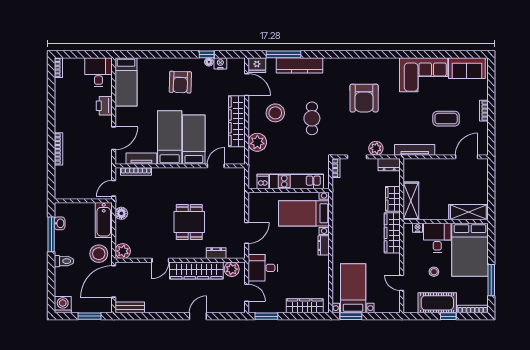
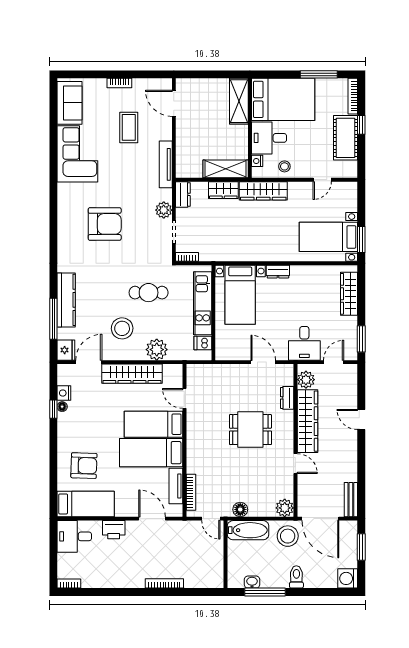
armchair: (180, 82) -> (84, 466), moved
cafe table: (312, 118) -> (149, 293), moved
stool: (434, 272) -> (284, 166), moved

